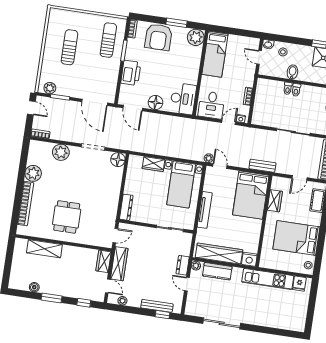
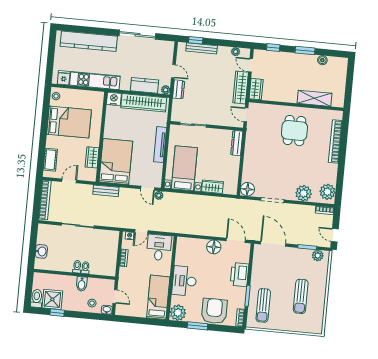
desk: (183, 99) -> (184, 281), moved
plant: (33, 173) -> (328, 192), moved
door: (115, 236) -> (246, 115), hinge flipped
kitchen counter: (272, 319) -> (89, 41), added

